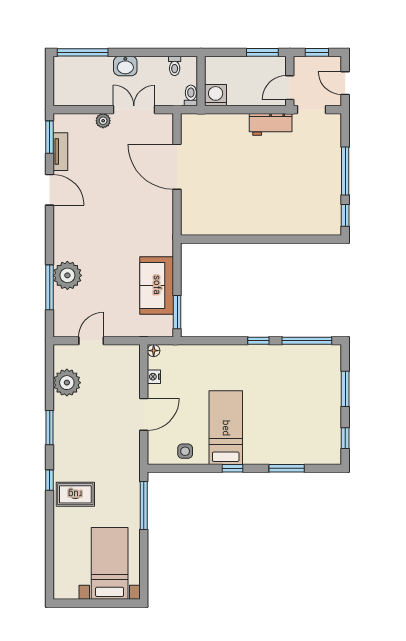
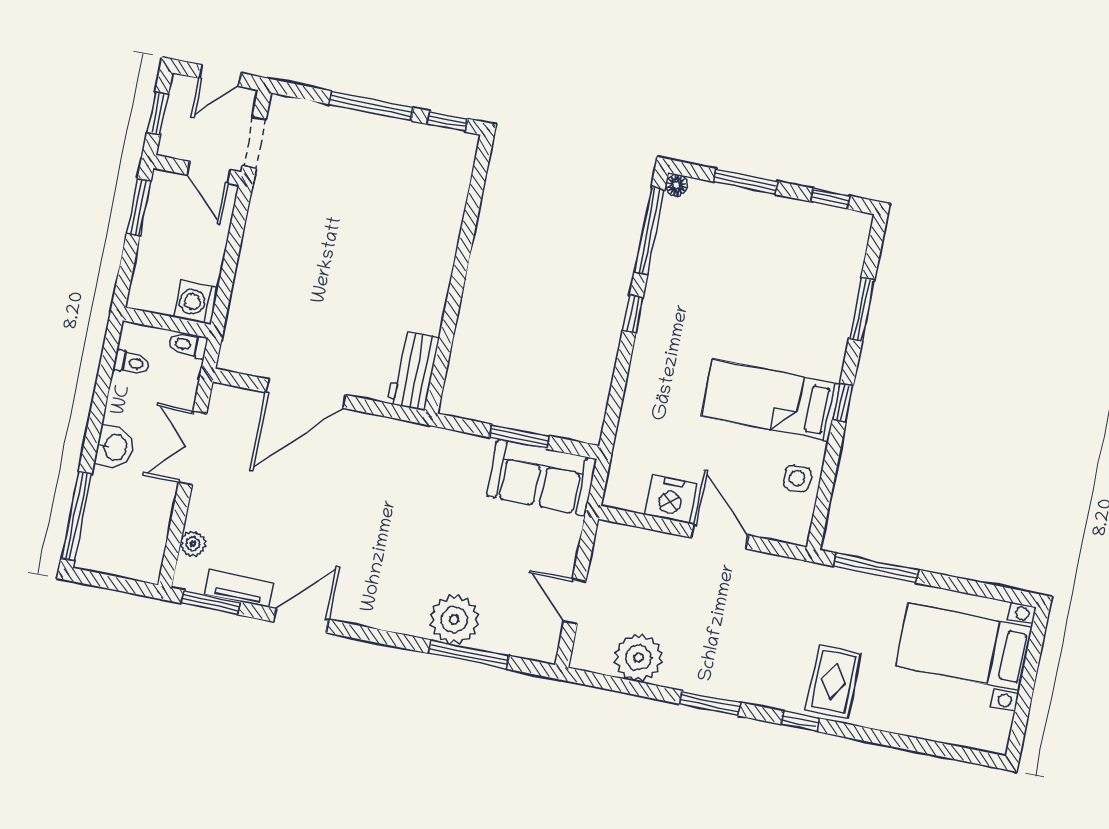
plant: (103, 121) -> (193, 544), moved
workbench: (271, 124) -> (413, 371), moved, turned 180
sofa: (157, 285) -> (541, 478), moved
window: (177, 312) -> (519, 437), moved
floor lamp: (154, 351) -> (676, 185), moved
nightstand: (154, 377) -> (671, 499), width x1.89, depth x1.79

